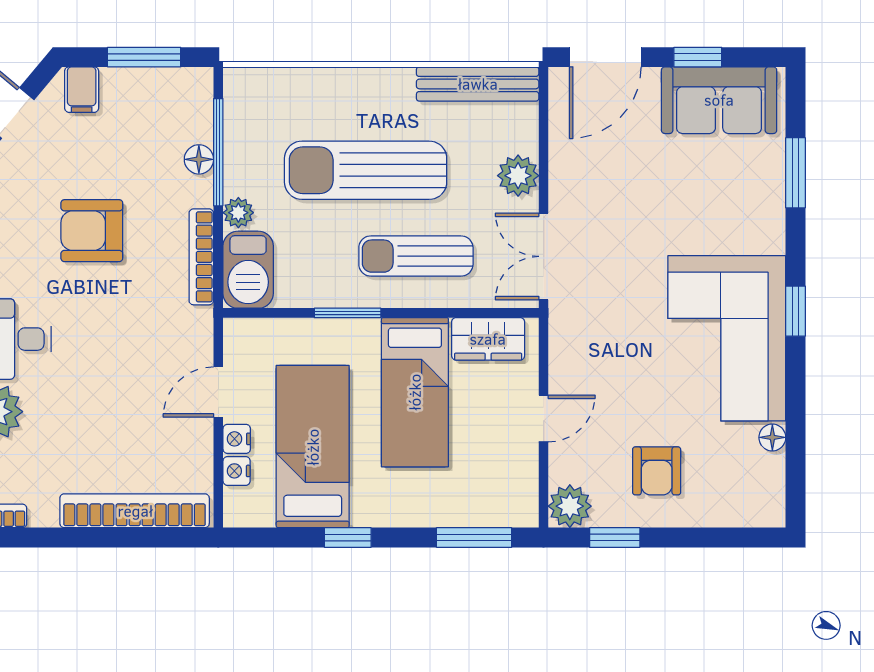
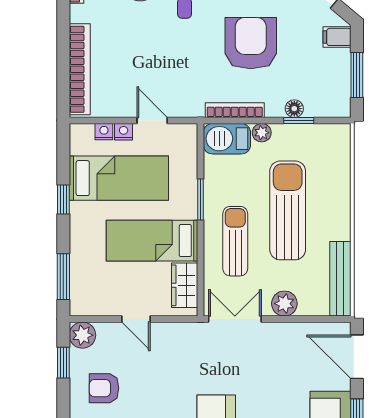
window: (218, 152) -> (299, 120), width x0.46
armchair: (92, 231) -> (251, 43), width x1.36, depth x1.36

